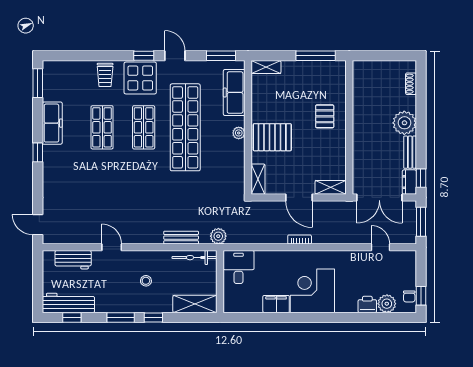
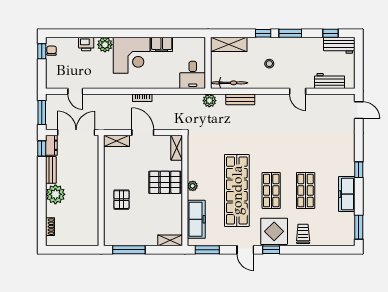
workbench: (68, 303) -> (339, 45), width x0.73
plant: (387, 304) -> (105, 45), moved

